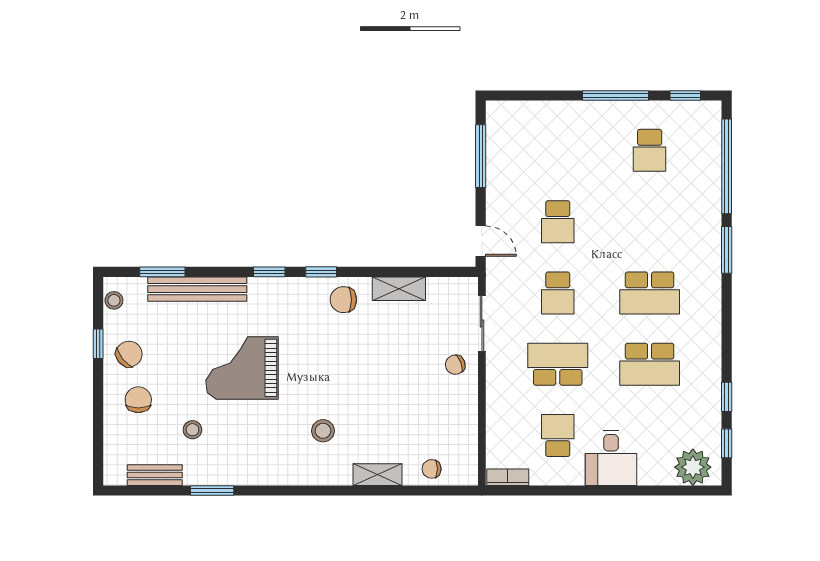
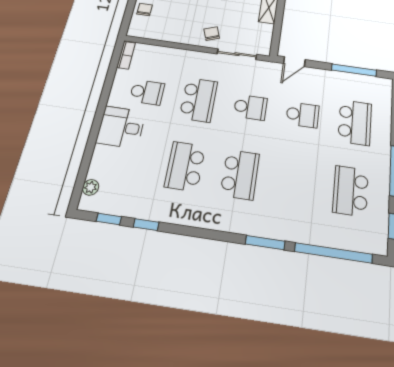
school desk: (558, 150) -> (355, 122), added
school desk: (650, 150) -> (351, 191), width x1.85
school desk: (558, 222) -> (302, 115), turned 180
school desk: (558, 293) -> (250, 107), turned 180
school desk: (650, 293) -> (240, 174), turned 180
plant: (693, 467) -> (91, 187), width x0.53, depth x0.53

